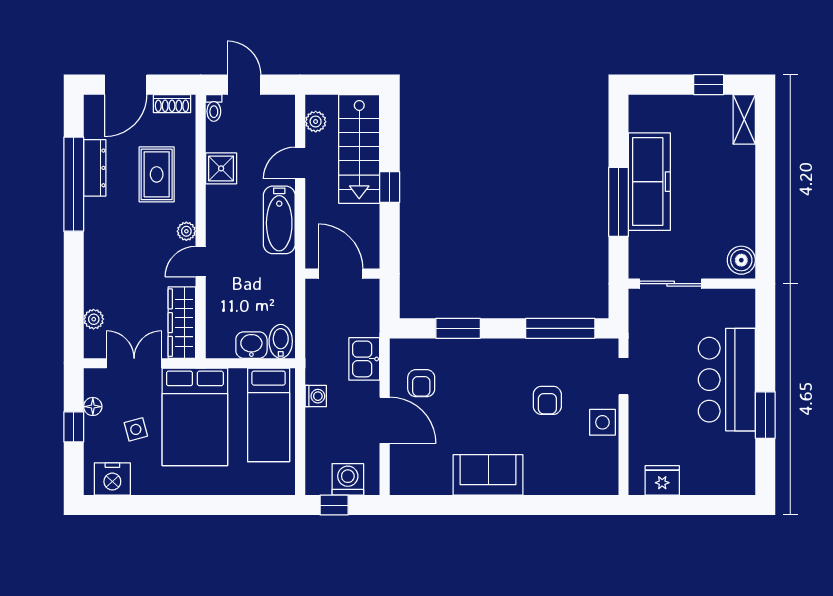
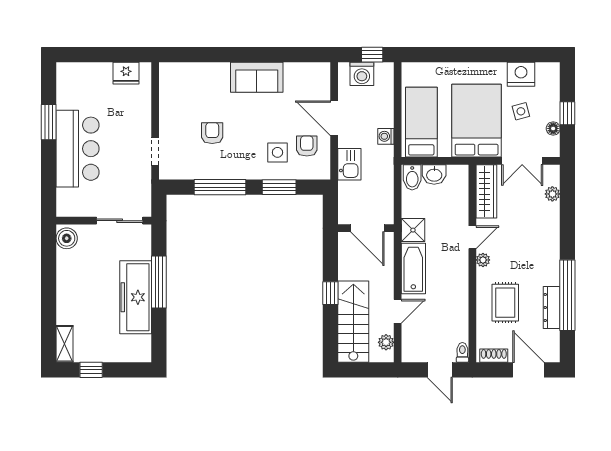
door: (126, 85) -> (528, 370), hinge flipped
shower: (221, 168) -> (413, 230), moved
window: (560, 328) -> (220, 187), moved
side table: (602, 422) -> (277, 152), moved
nightstand: (112, 479) -> (521, 74), moved

